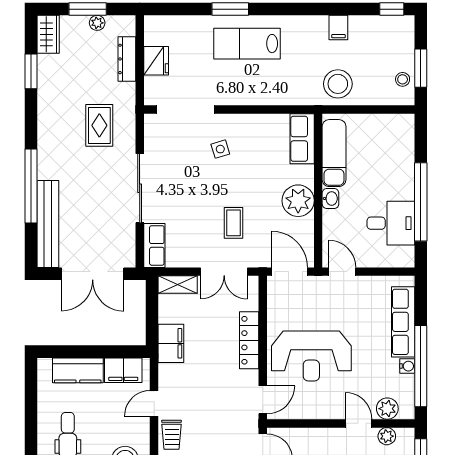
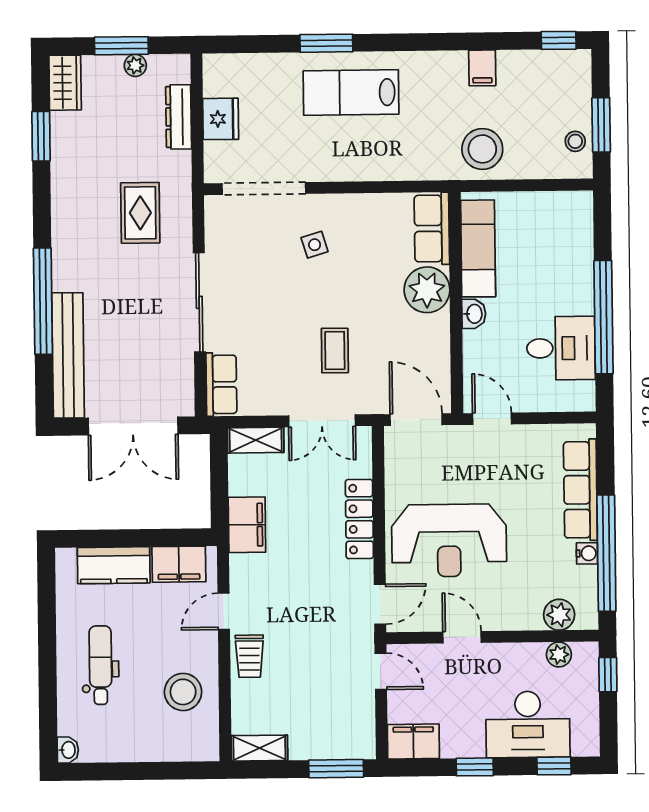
plant: (298, 201) -> (427, 290), moved
door: (359, 423) -> (462, 637), moved

